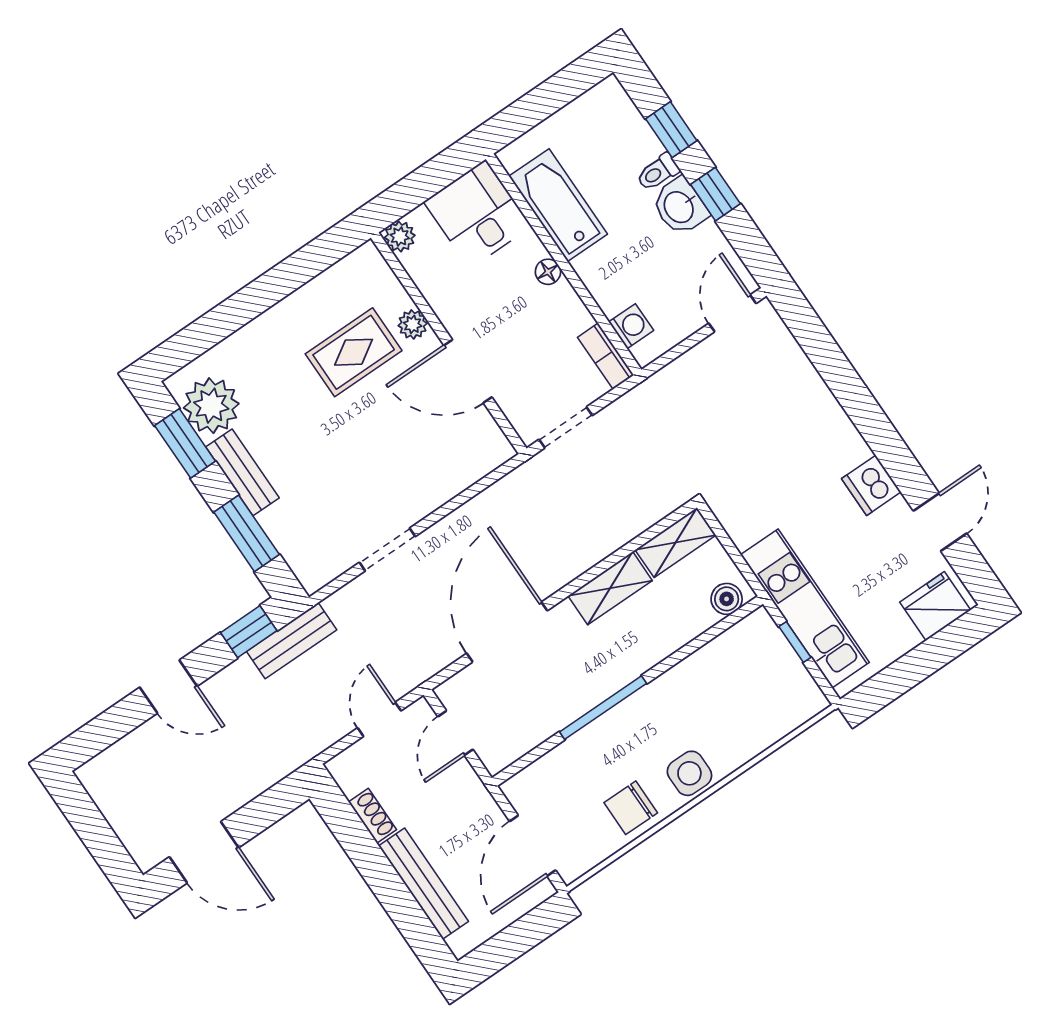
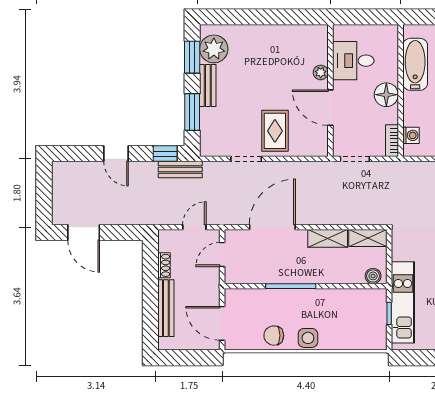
desk: (478, 214) -> (353, 61), moved, turned -90
plant: (400, 236) -> (340, 32), removed
floor lamp: (548, 272) -> (386, 95), width x1.89, depth x1.89
rug: (354, 352) -> (275, 131), moved, turned 90
door: (533, 846) -> (222, 323), hinge flipped

